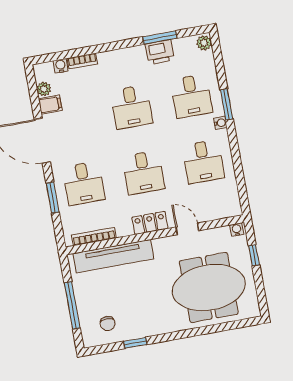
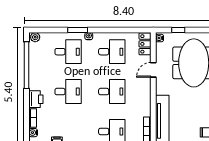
window: (160, 37) -> (26, 65), width x2.11
printer: (160, 52) -> (36, 99), moved
locker: (150, 223) -> (145, 44), moved

